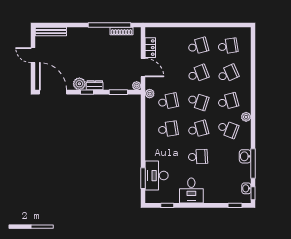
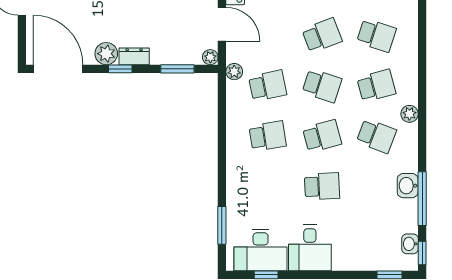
school desk: (228, 74) -> (376, 35), turned 42
desk: (157, 176) -> (261, 250), moved, turned -90

